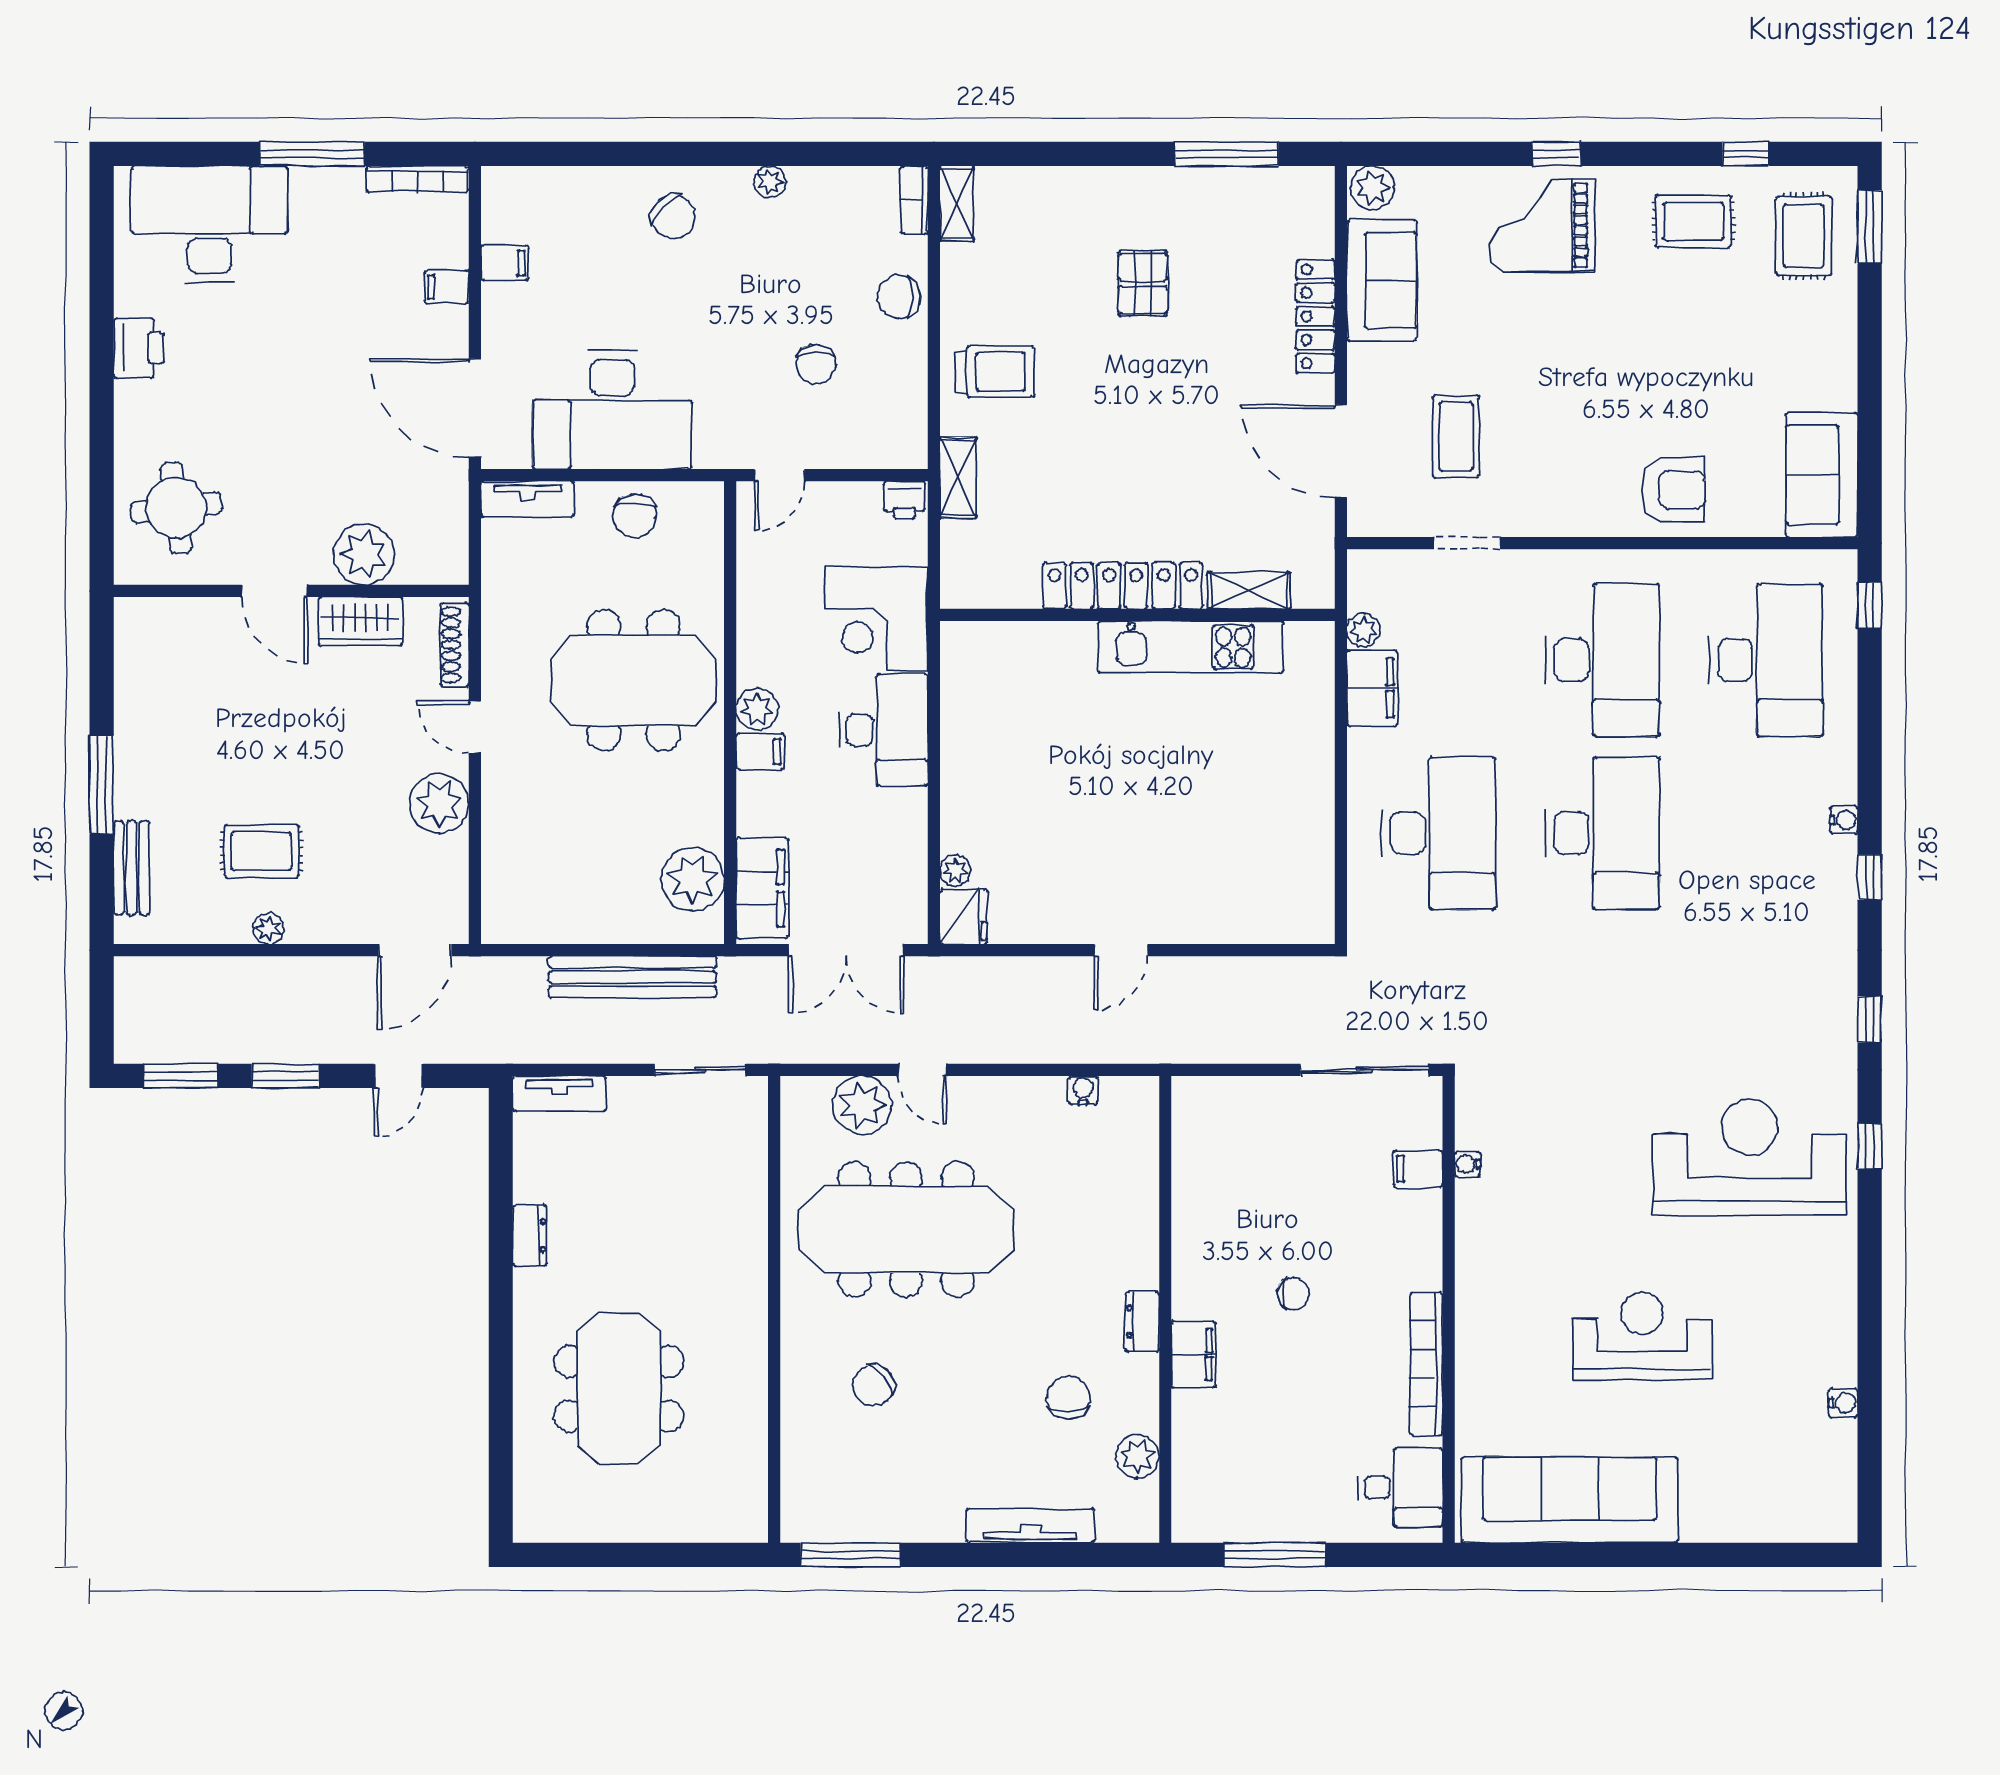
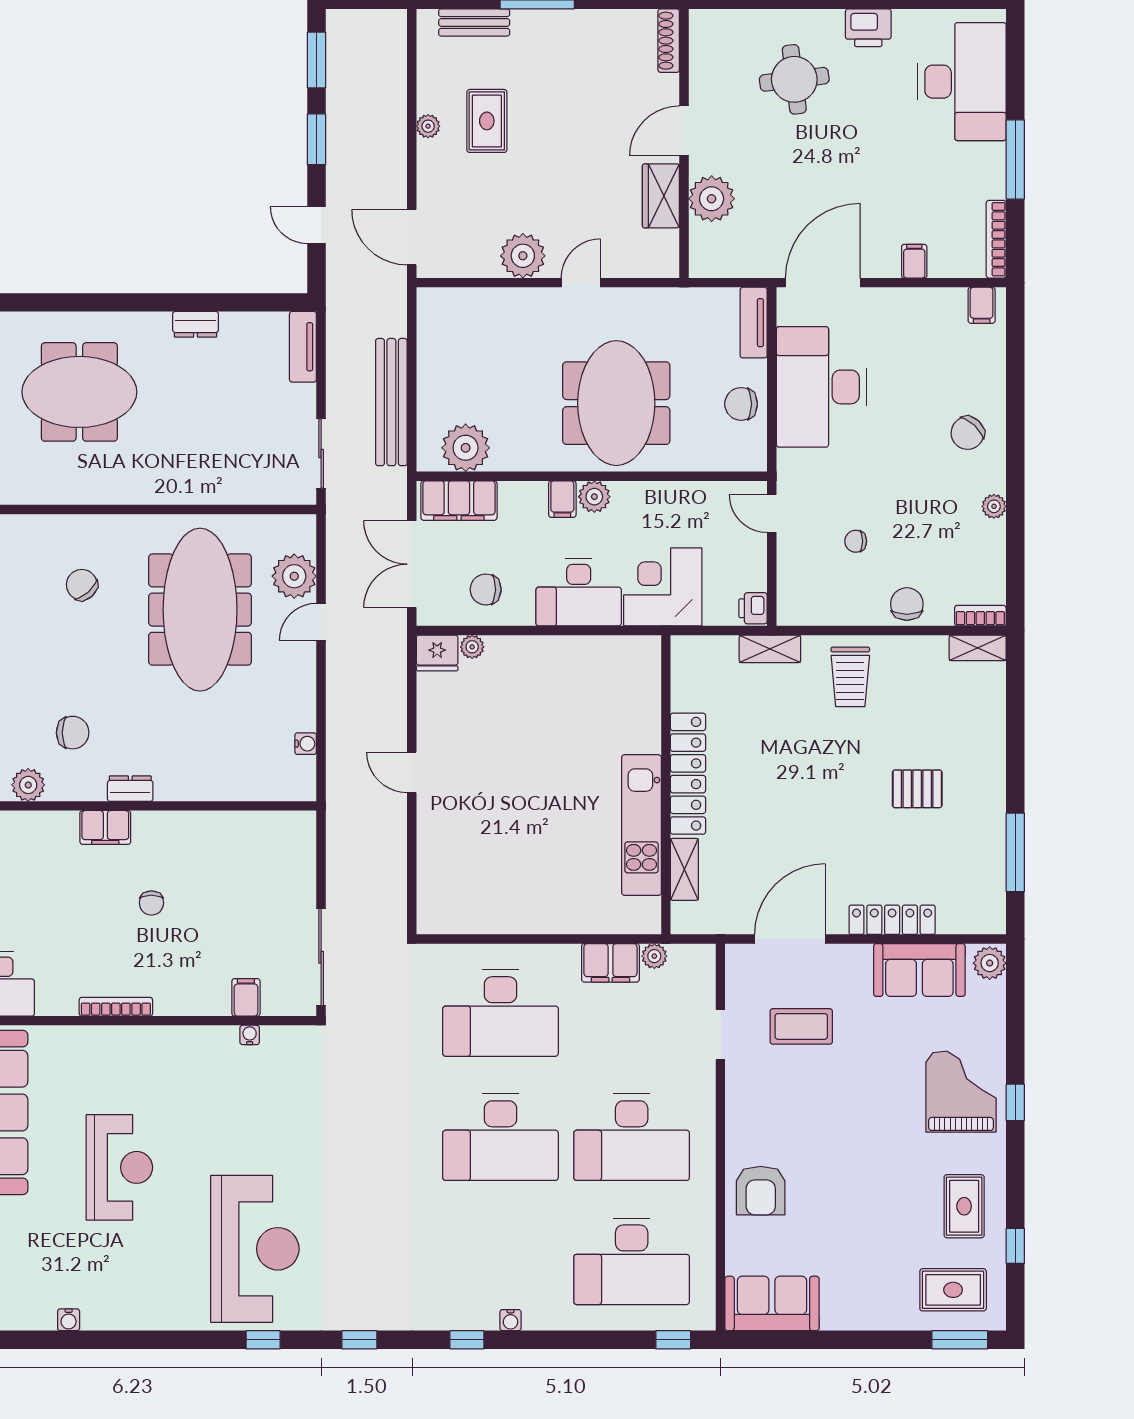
filing cabinet: (505, 263) -> (982, 305), moved
chair: (816, 364) -> (856, 541), width x0.73, depth x0.73
round table: (176, 508) -> (794, 79), moved
shoe rack: (455, 645) -> (669, 41), moved, turned -90
chair: (880, 853) -> (486, 589), added
bookcase: (1426, 1364) -> (116, 1007), width x0.68, depth x0.76

